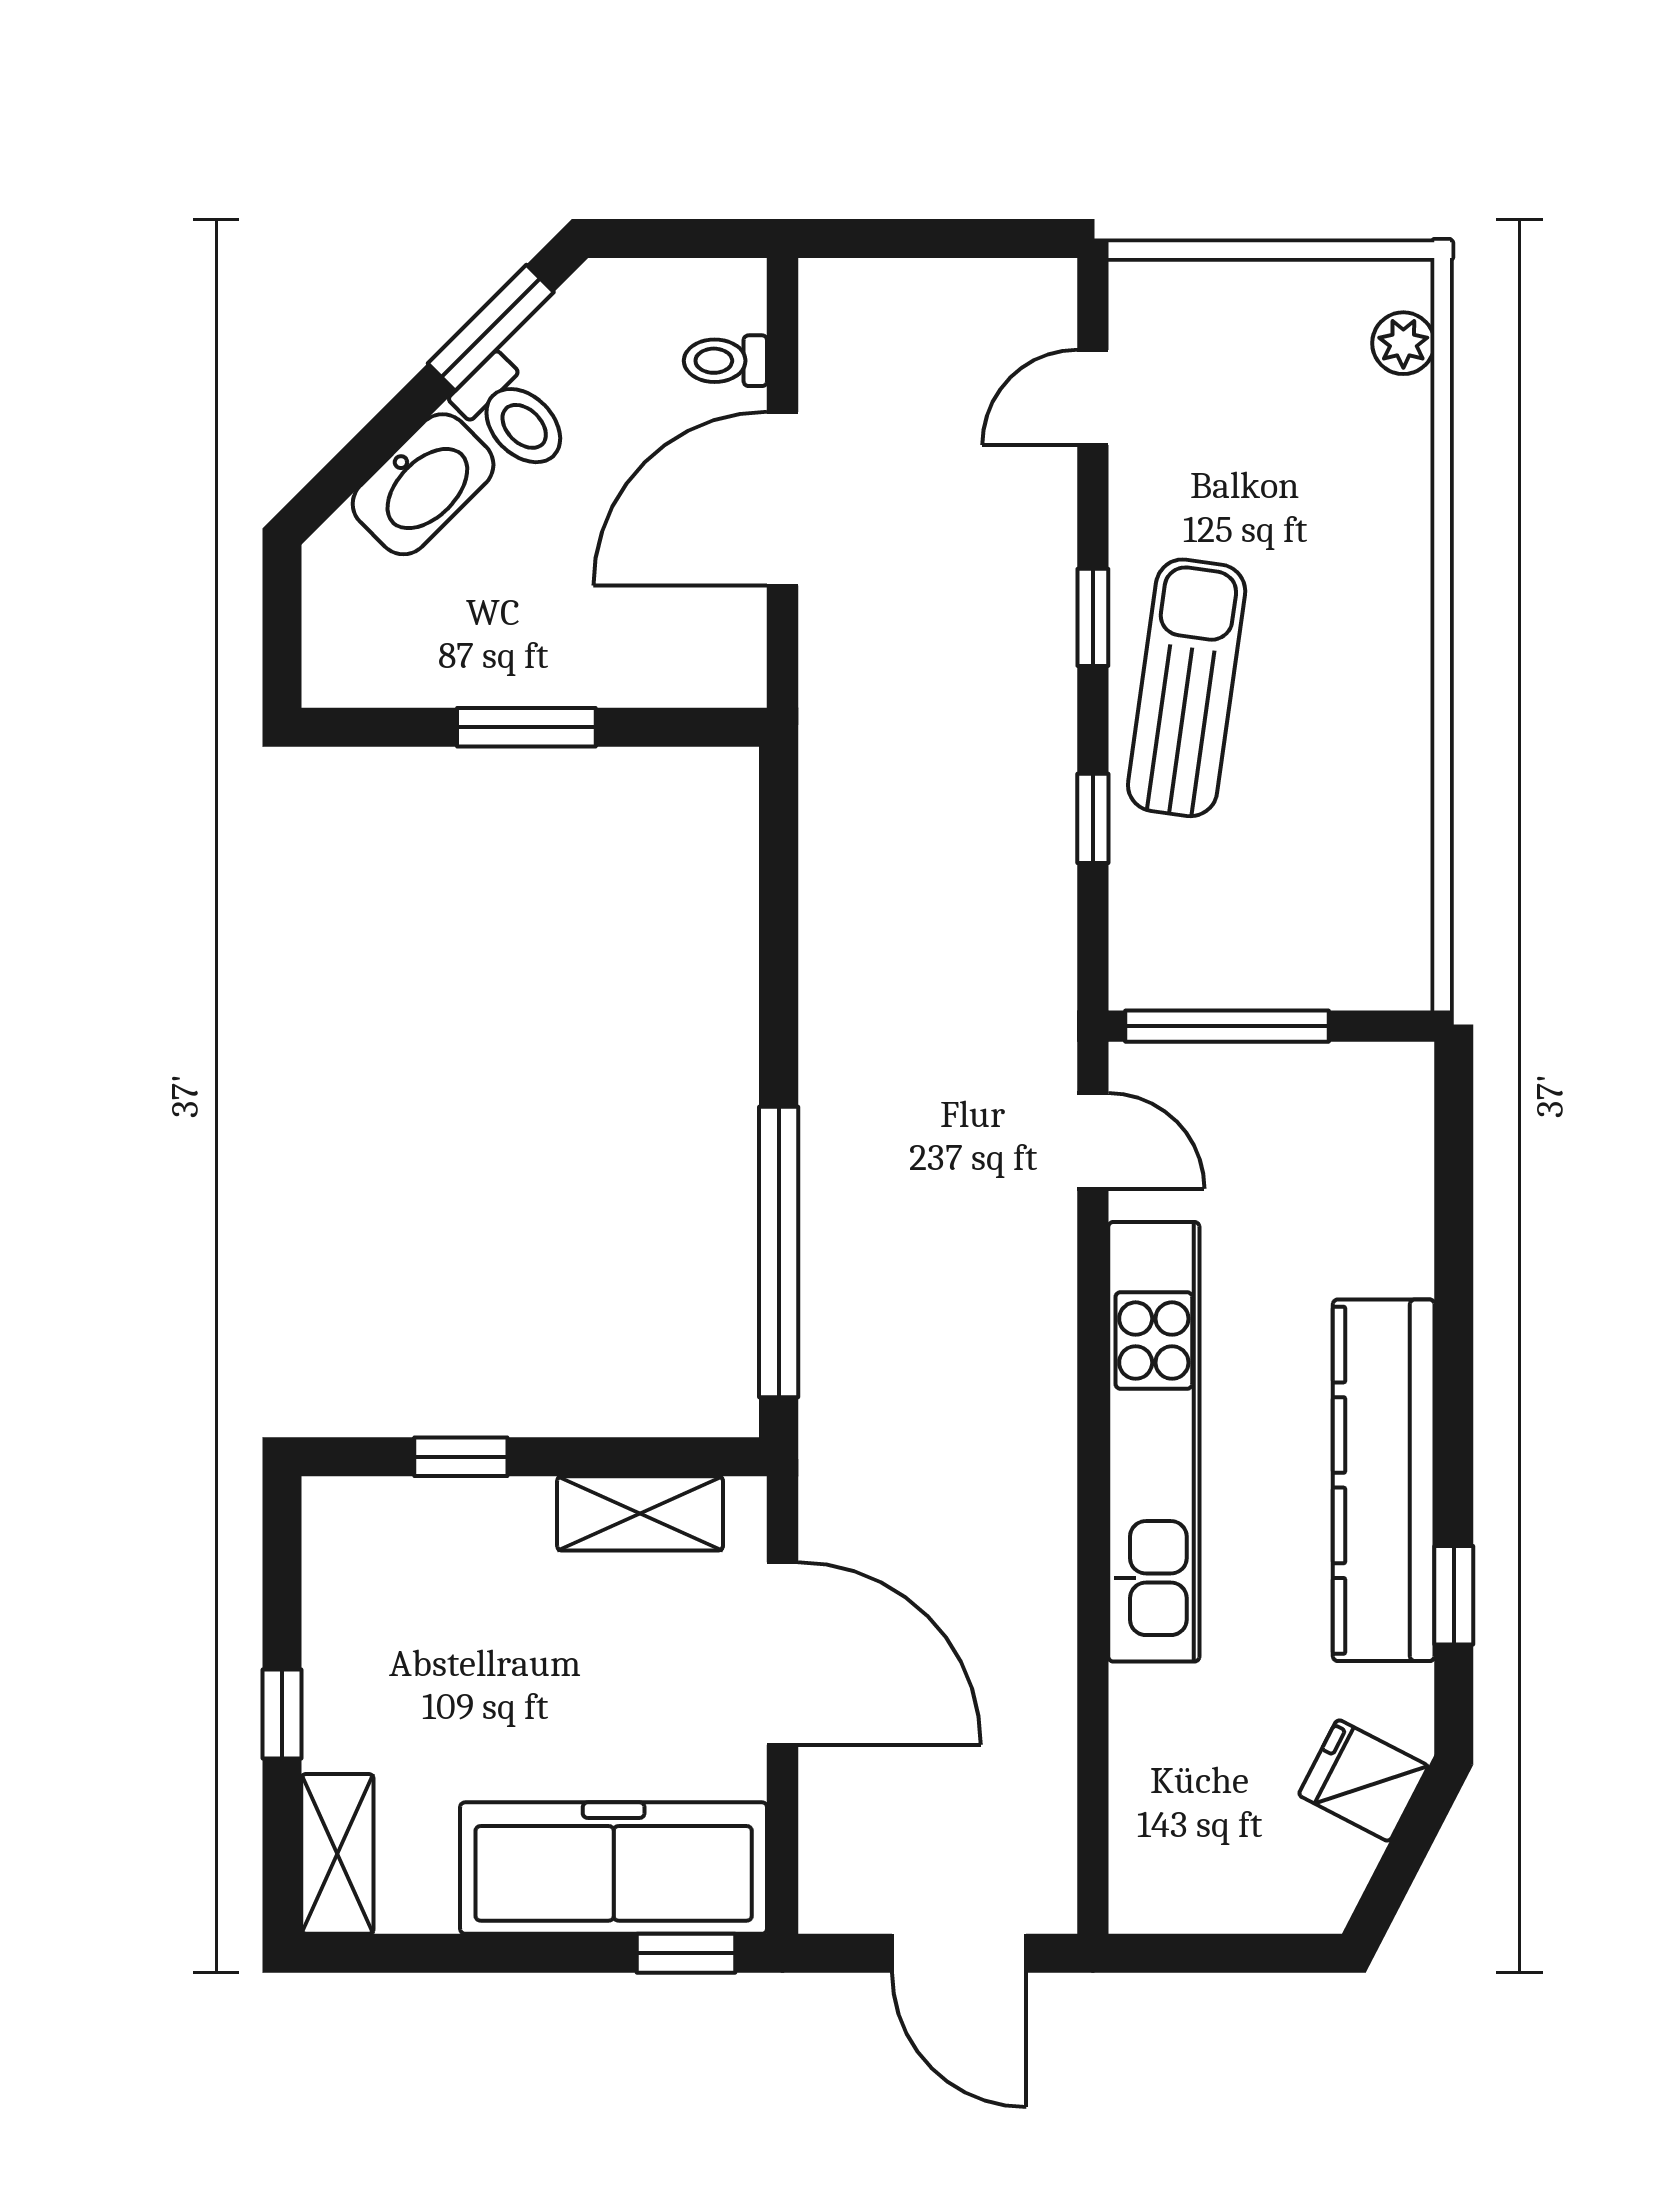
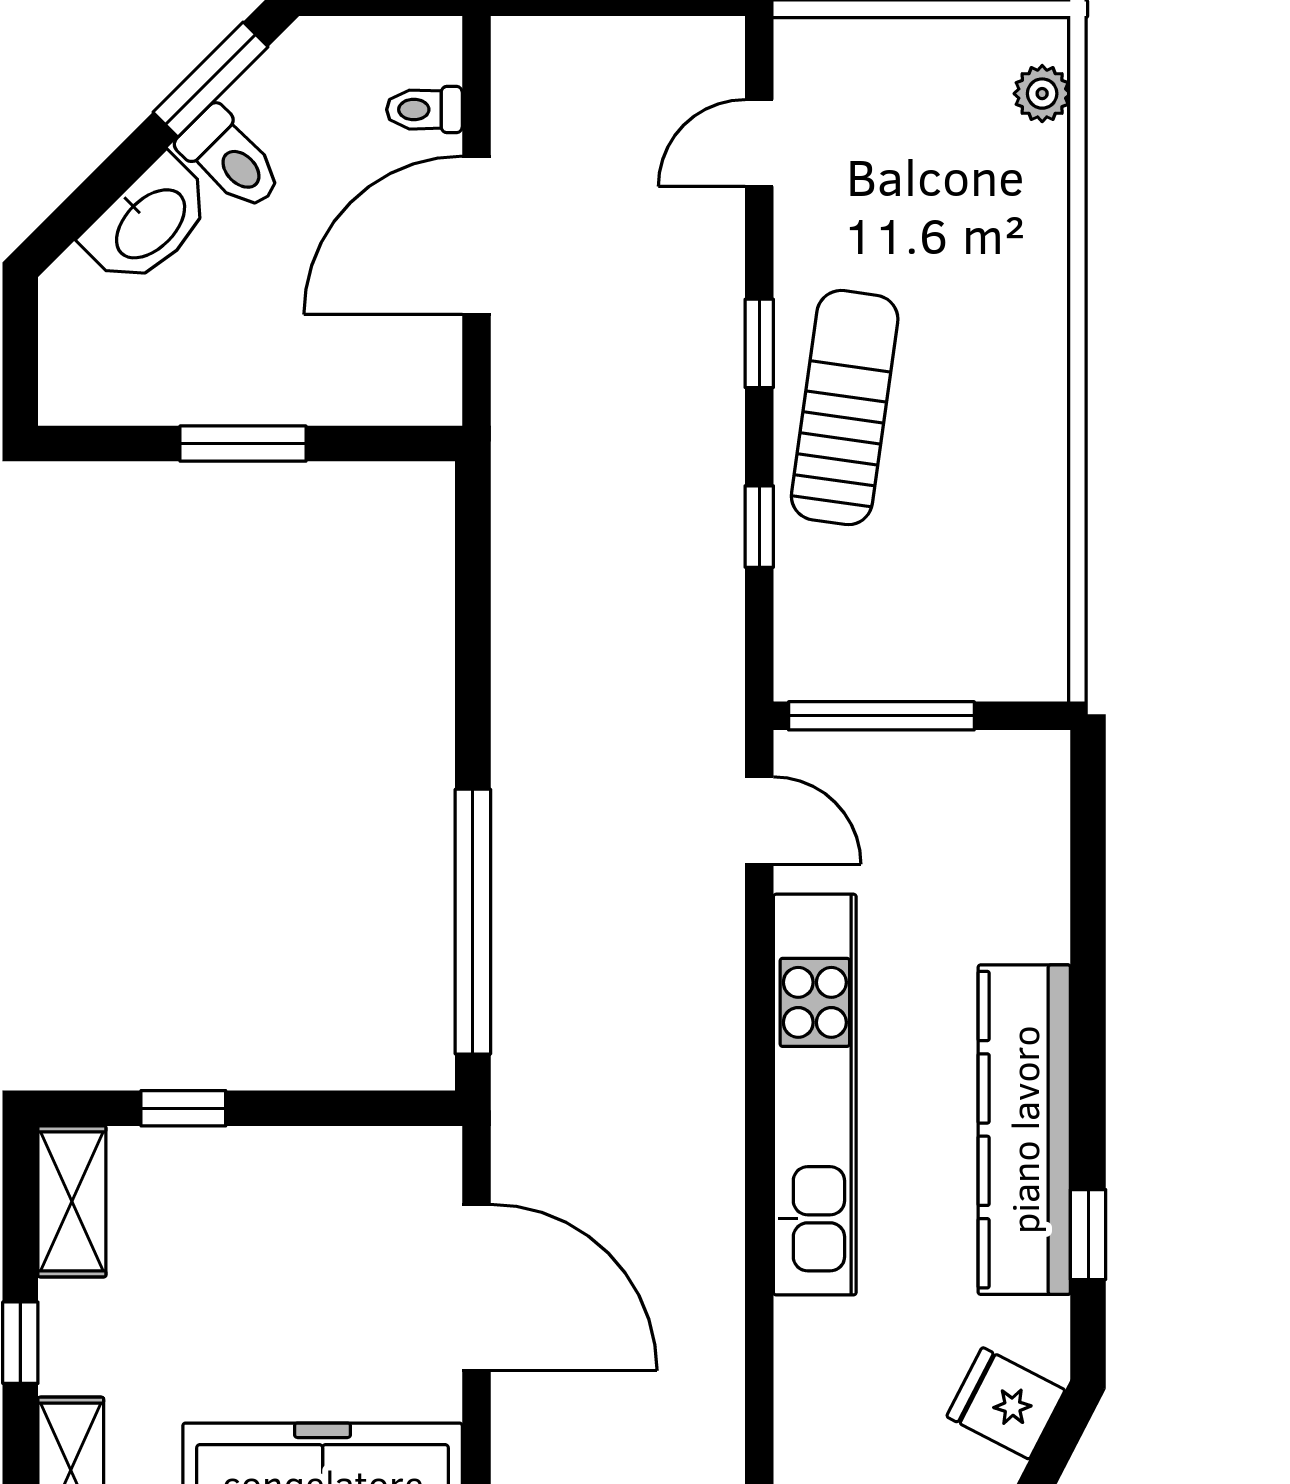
shelving: (640, 1513) -> (72, 1201), moved, turned 90

